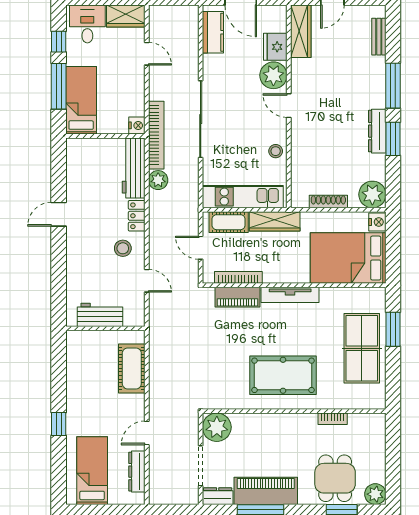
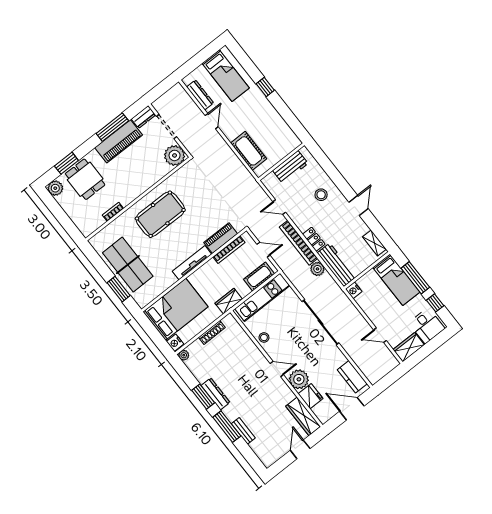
bench: (379, 37) -> (243, 431), moved
bookcase: (156, 135) -> (299, 243), moved
shelving: (74, 159) -> (374, 243), added
plant: (372, 194) -> (184, 355), width x0.53, depth x0.53
wardrobe: (275, 221) -> (229, 301), width x0.67
stool: (123, 248) -> (321, 195), moved

